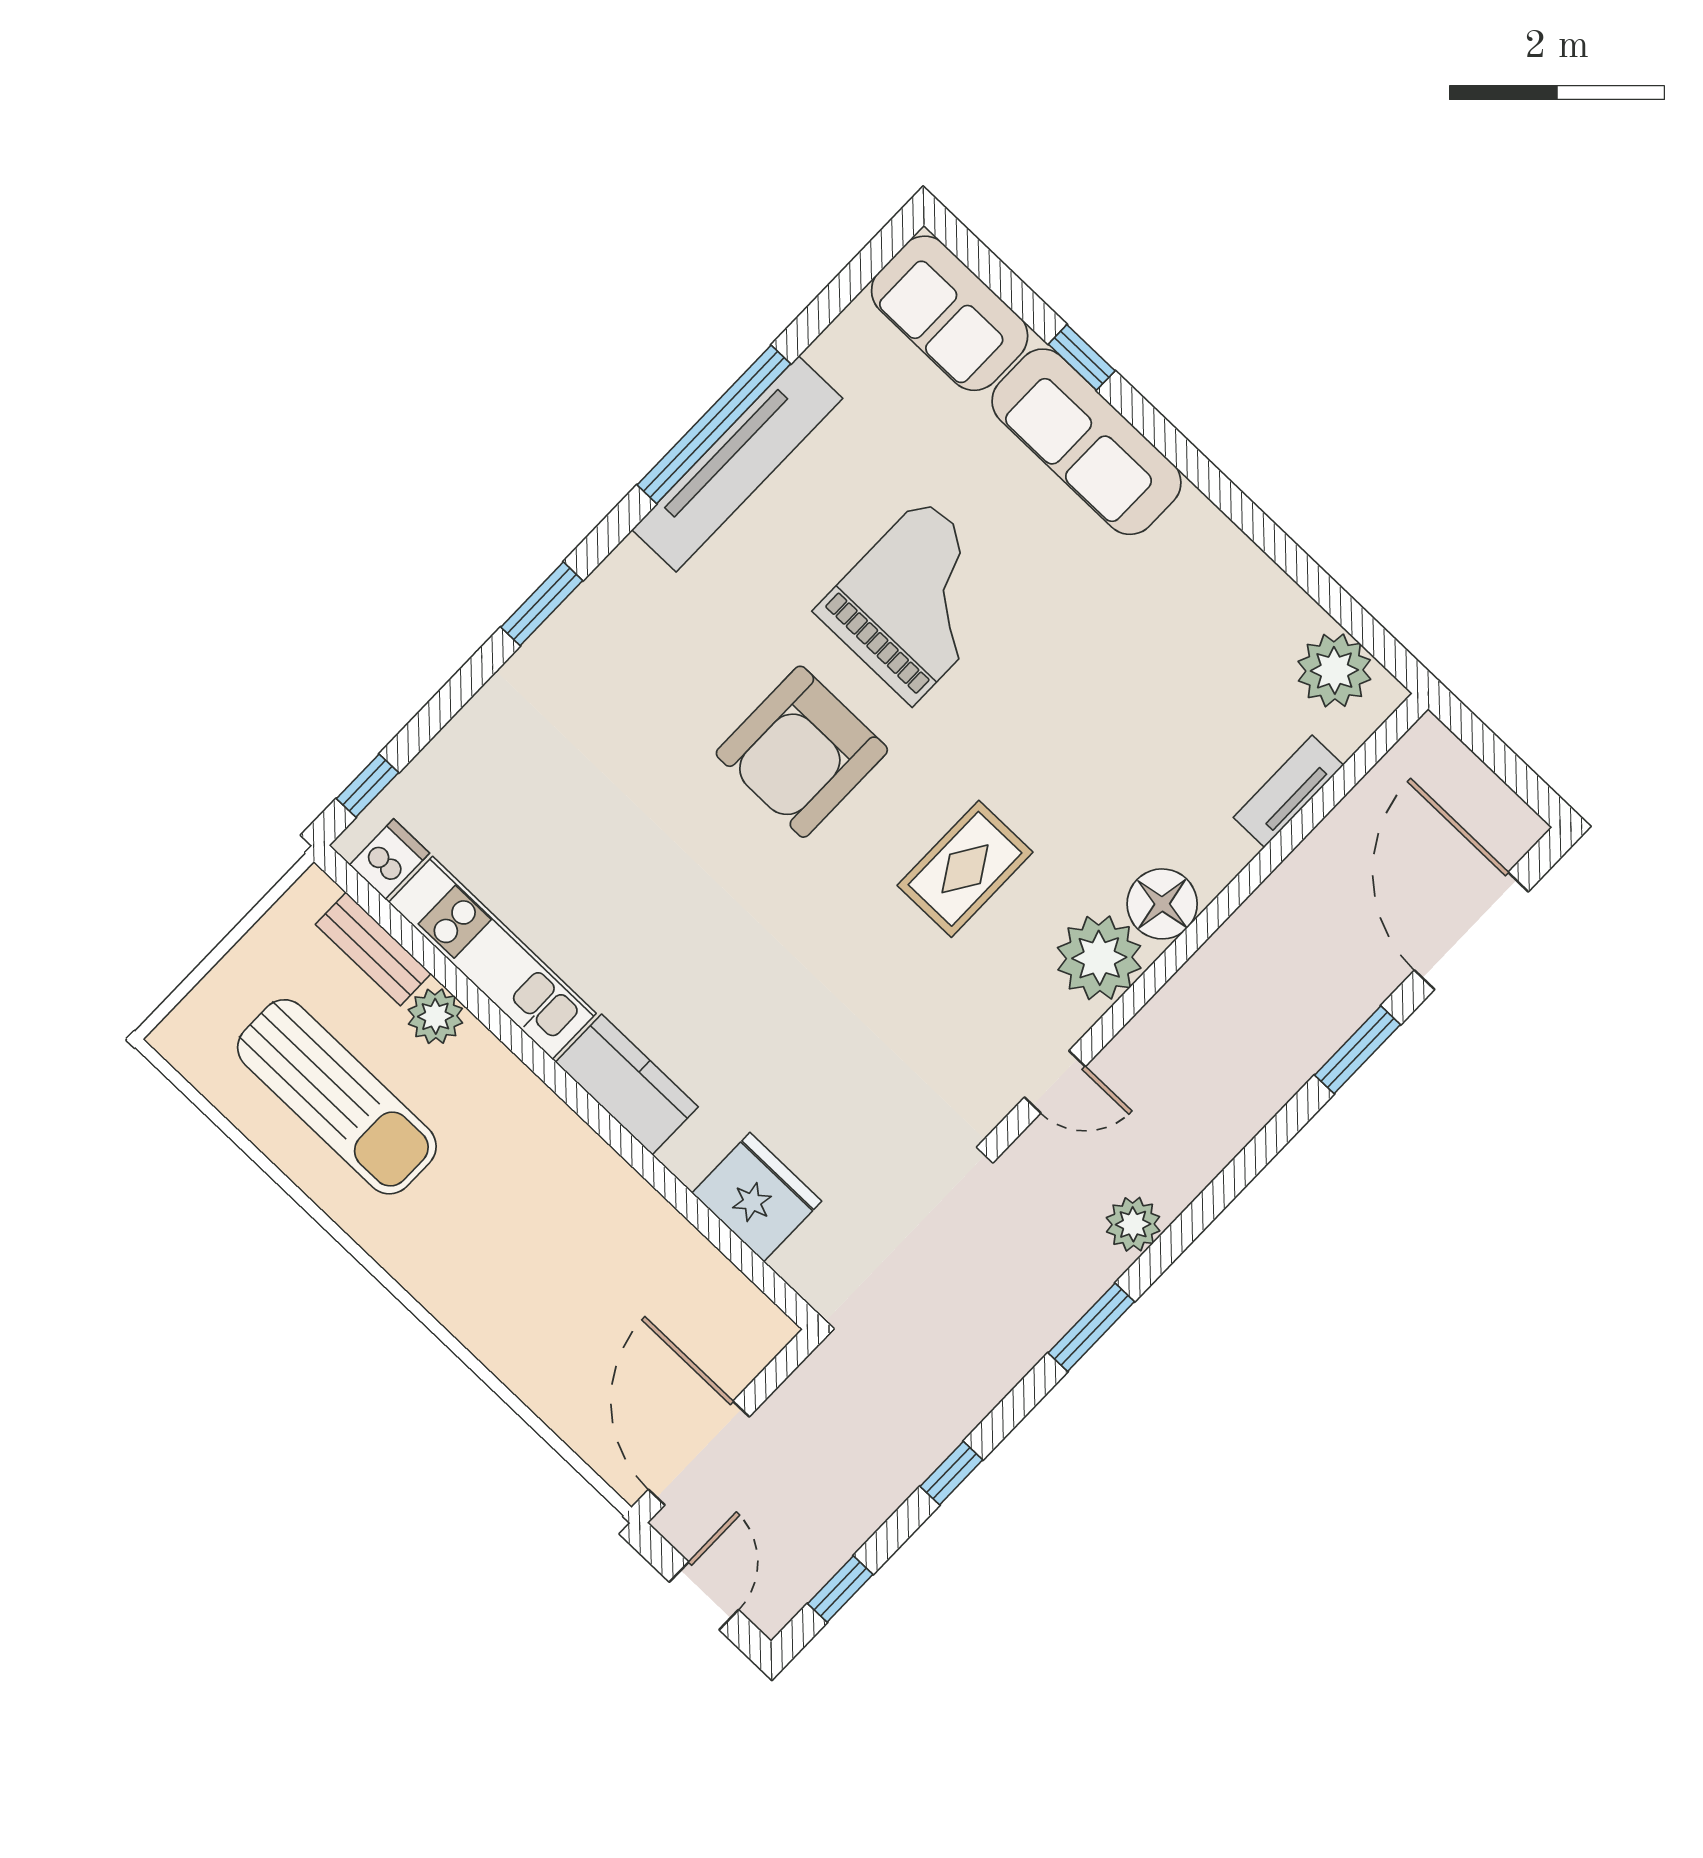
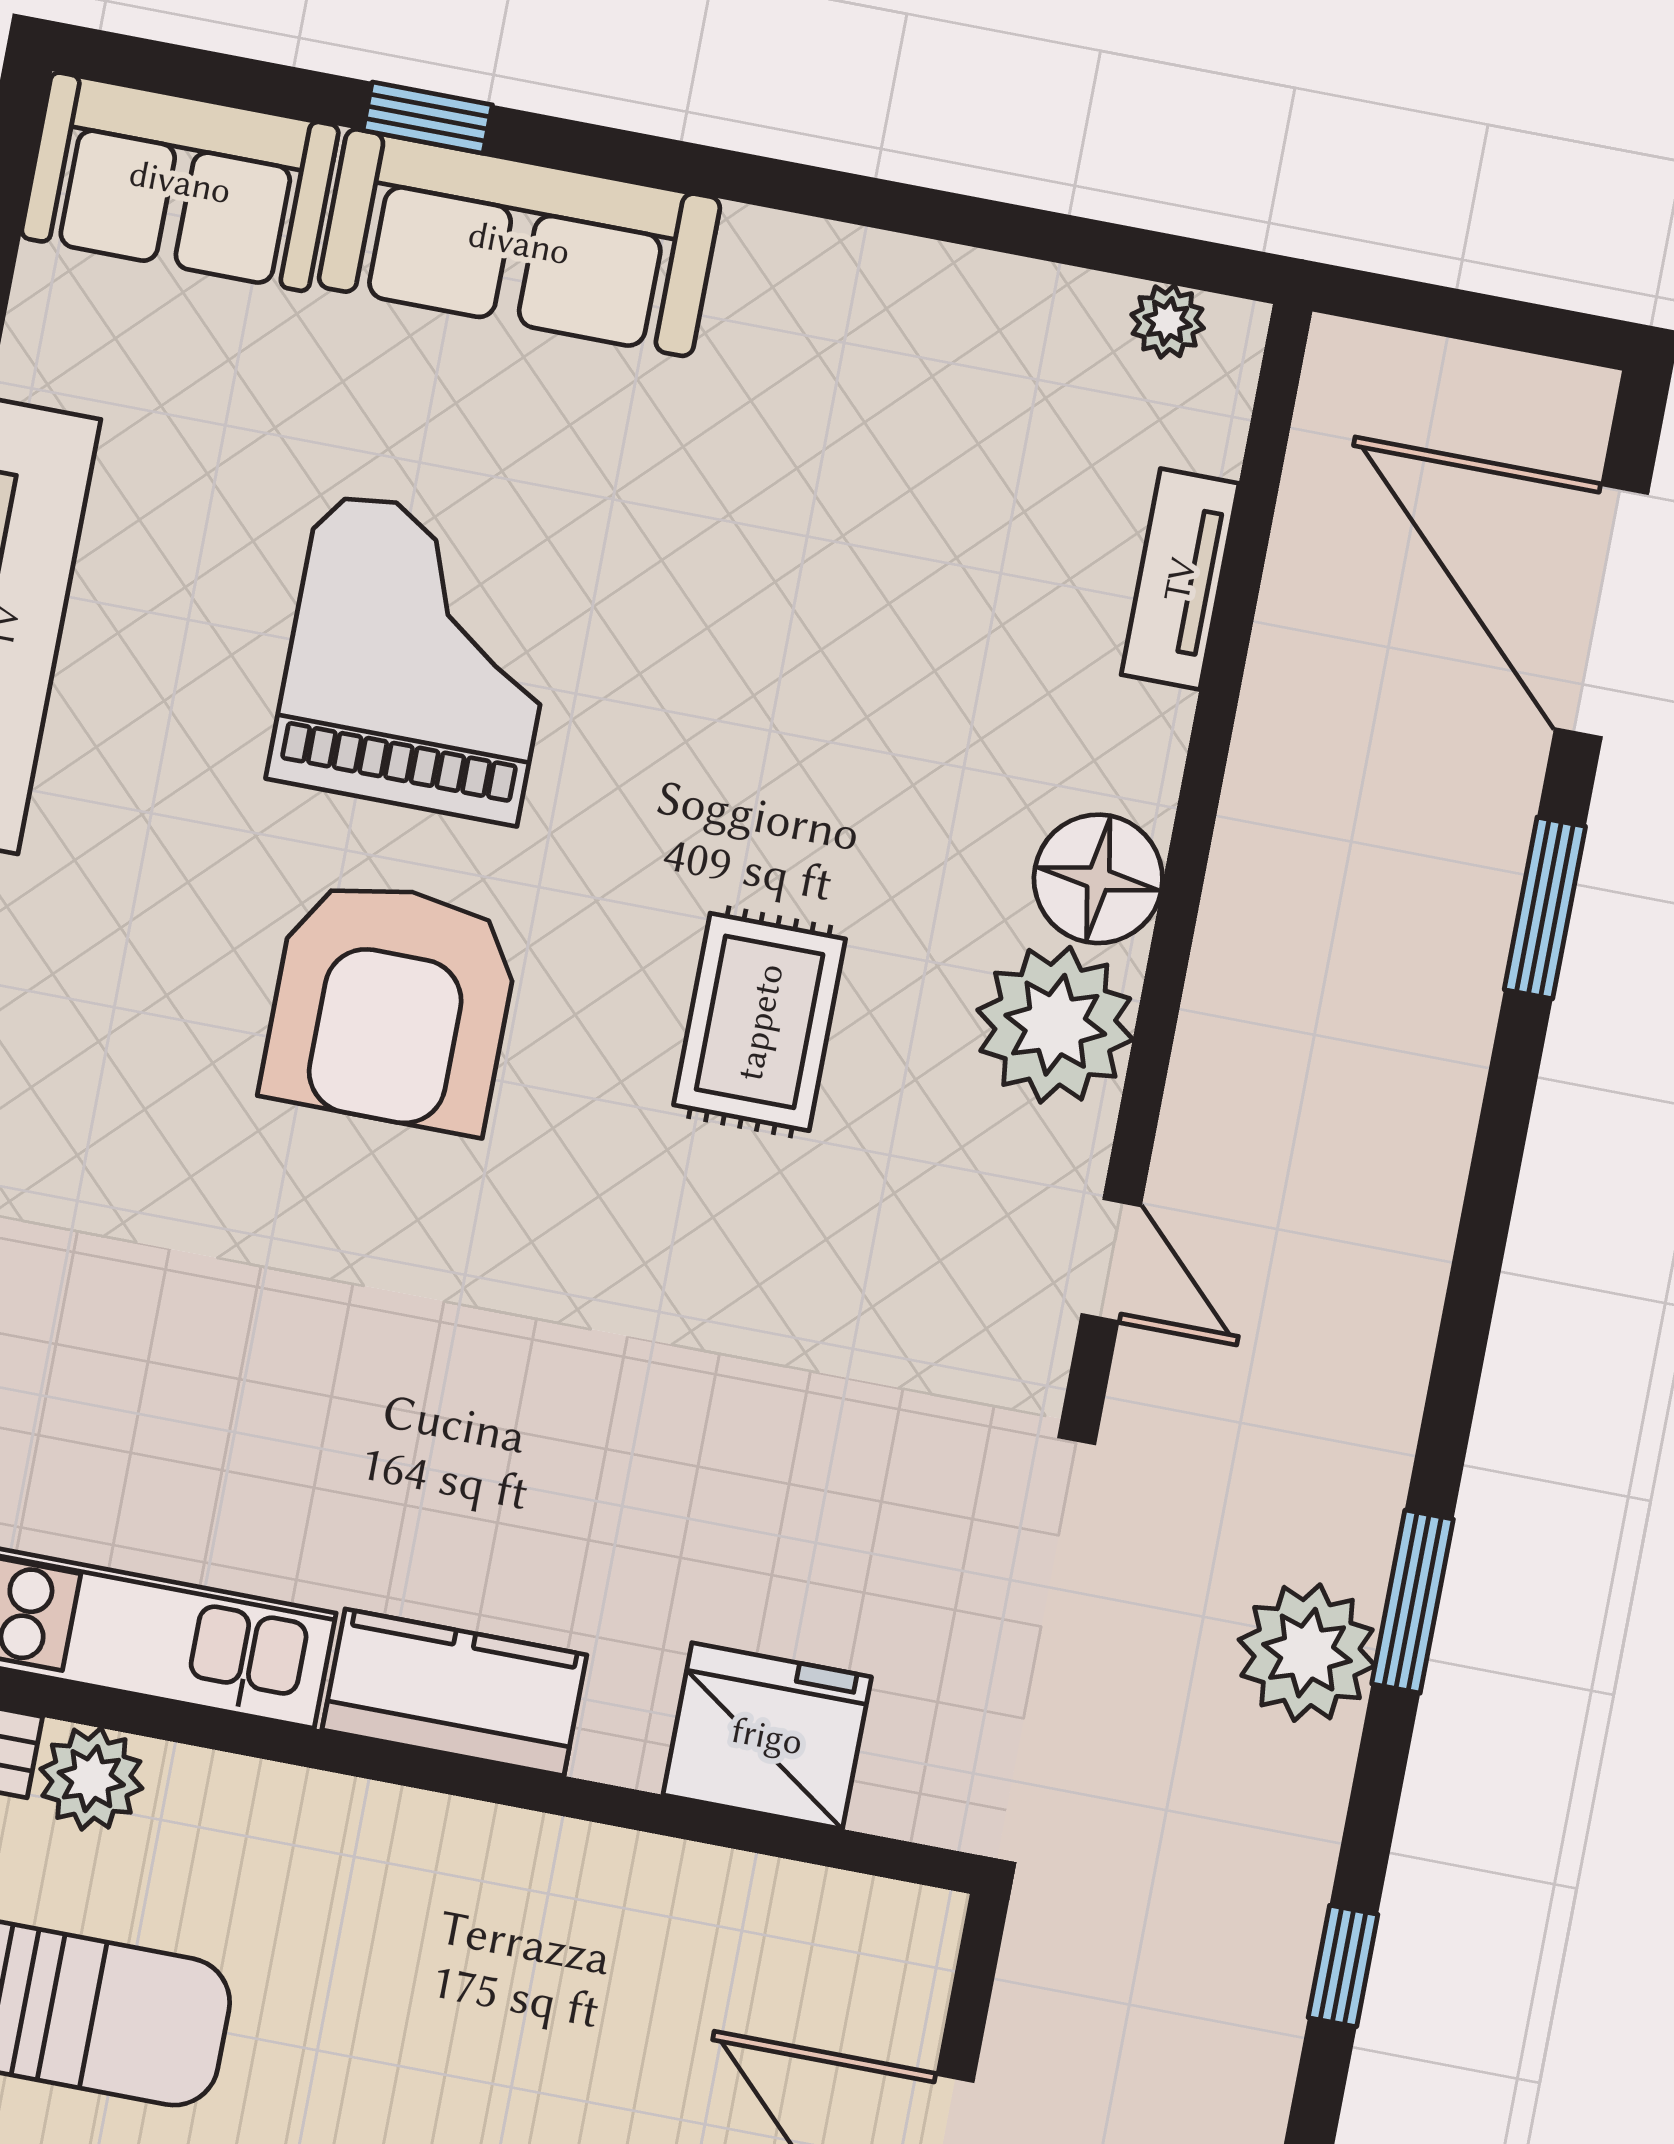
plant: (1334, 670) -> (1168, 321), width x0.53, depth x0.53
door: (1055, 1082) -> (1111, 1260), hinge flipped
plant: (1133, 1224) -> (1307, 1653), moved, width x1.36, depth x1.36

